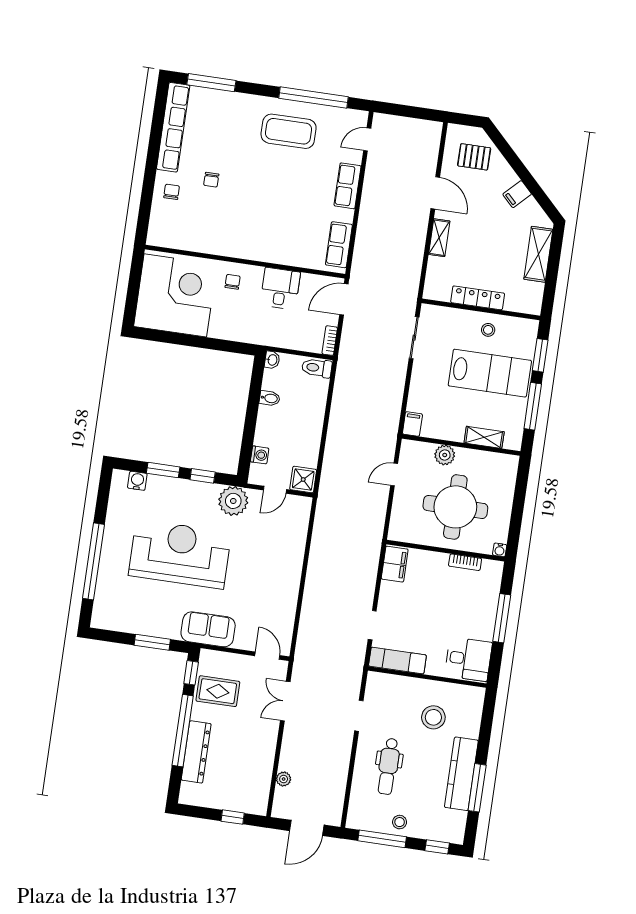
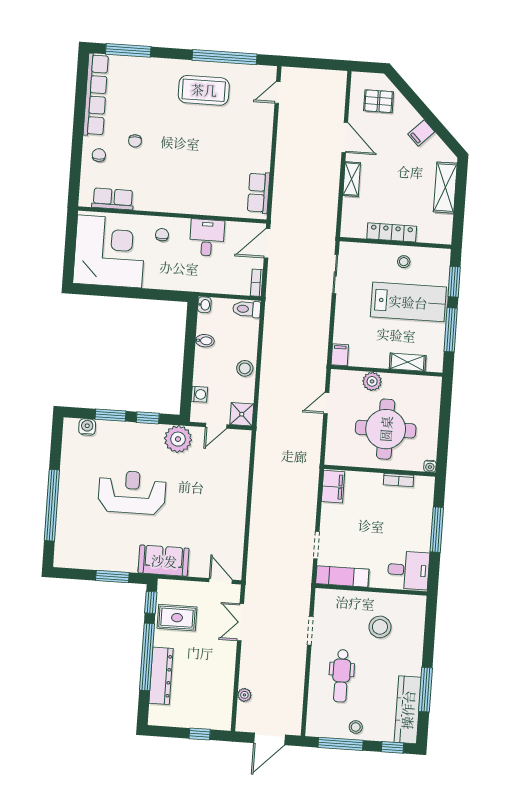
row of seats: (348, 186) -> (113, 199), moved, turned 90
stool: (310, 431) -> (245, 368), added
reception desk: (180, 554) -> (132, 492), width x0.74, depth x0.77
kitchen counter: (461, 774) -> (408, 710), moved

